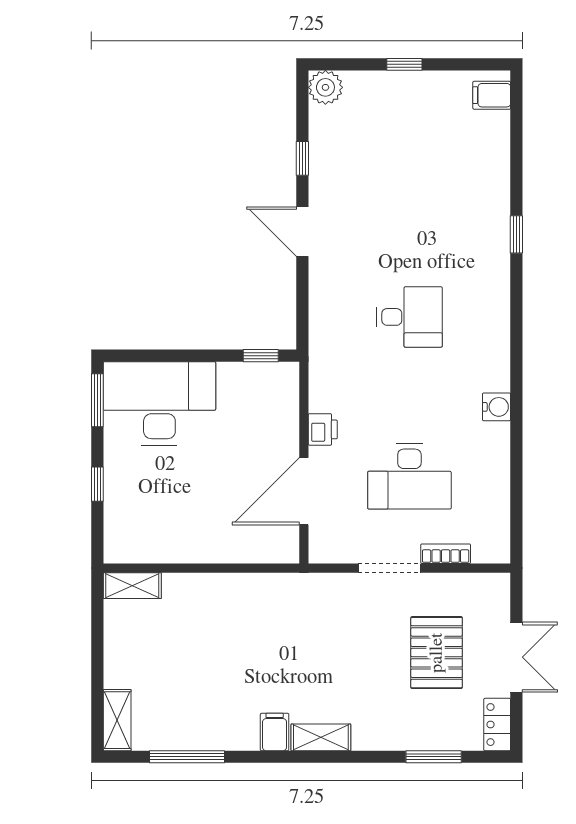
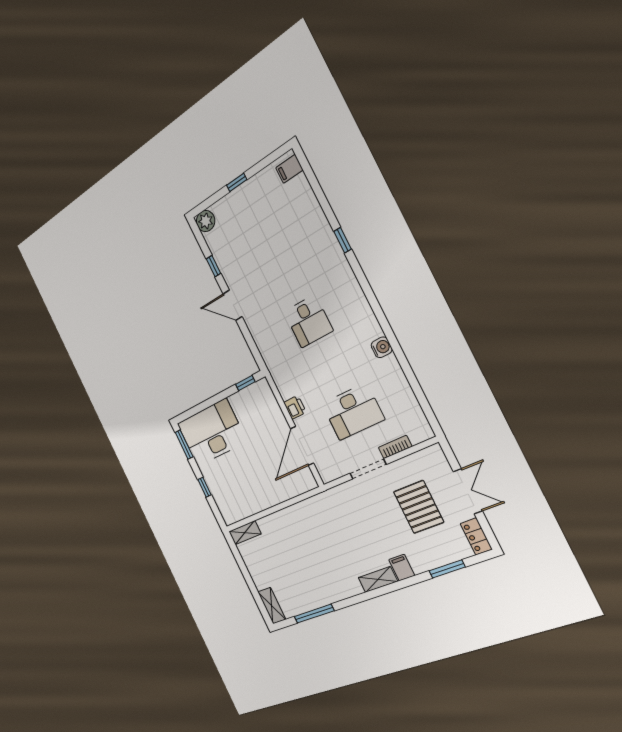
desk: (409, 317) -> (308, 321), turned 90
filing cabinet: (275, 732) -> (402, 568), moved

